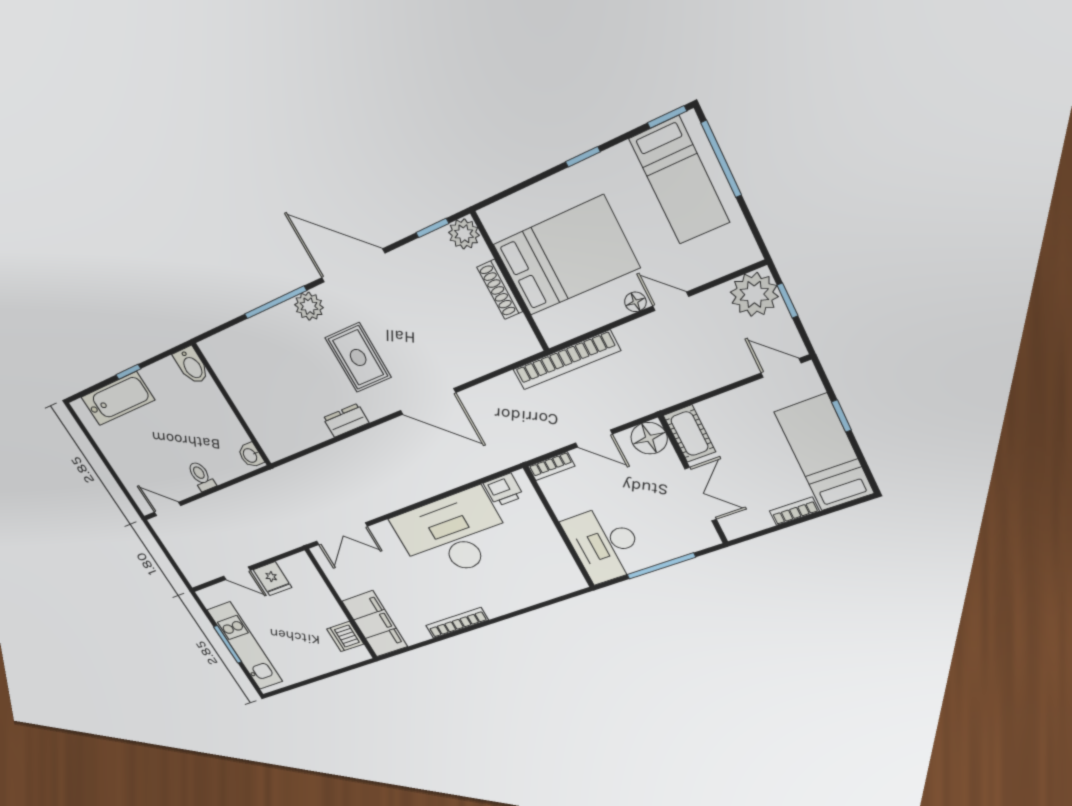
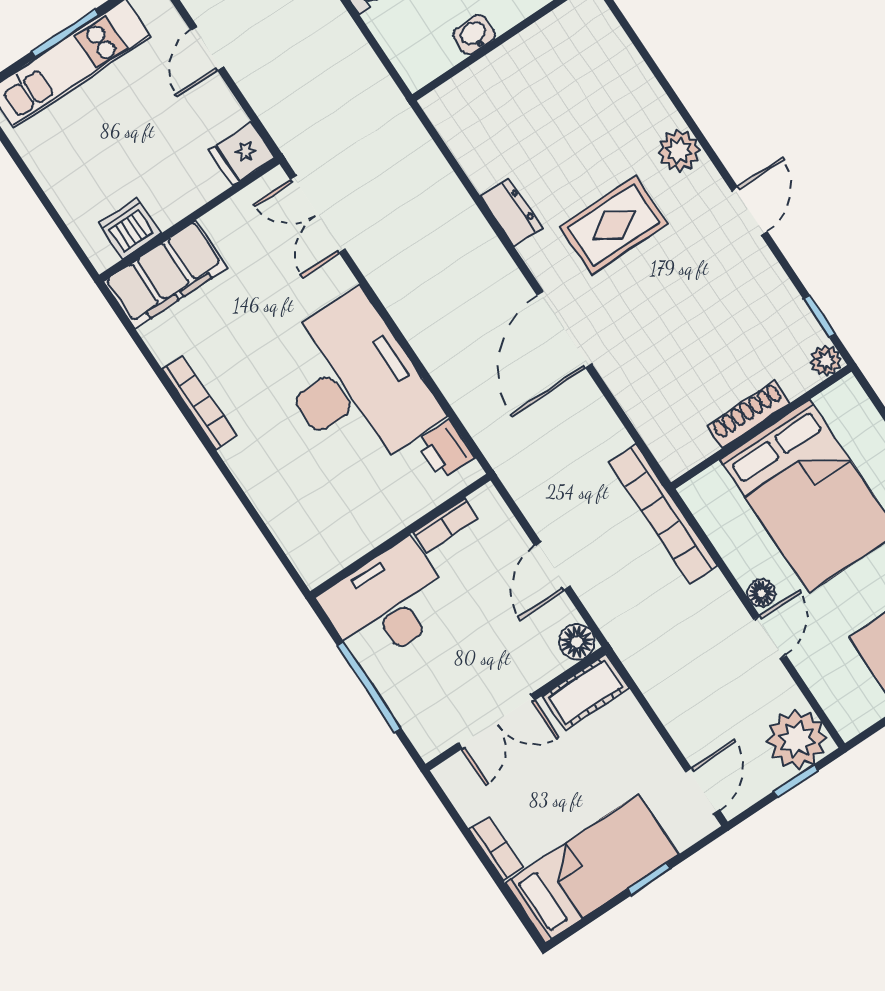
plant: (464, 234) -> (826, 361), width x0.73, depth x0.73
door: (353, 265) -> (749, 211), width x0.53
window: (275, 302) -> (676, 102), removed
floor lamp: (649, 438) -> (577, 642), width x0.73, depth x0.73
washbasin: (250, 455) -> (474, 35), moved
bookcase: (551, 466) -> (445, 525), moved, turned -90
fridge: (272, 579) -> (242, 154), moved

